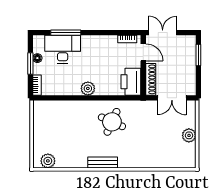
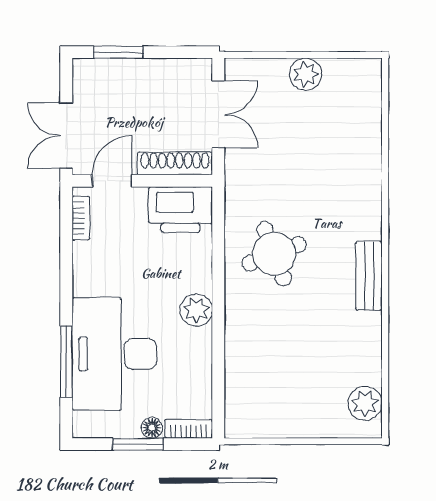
desk: (63, 49) -> (114, 354), width x1.36, depth x1.30
floor lamp: (37, 58) -> (152, 428), moved
round table: (112, 122) -> (274, 254), turned 45

